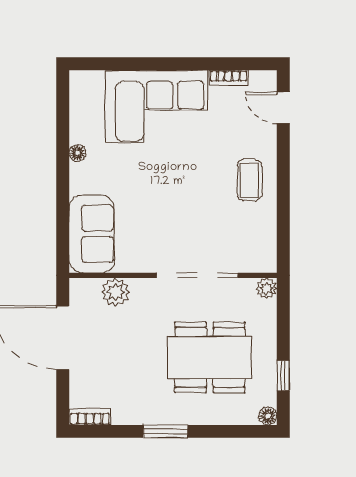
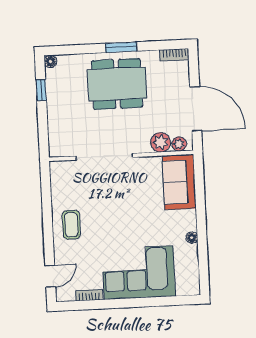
door: (283, 108) -> (50, 276), hinge flipped
plant: (267, 288) -> (179, 144), moved
dining table: (210, 357) -> (117, 84), moved

